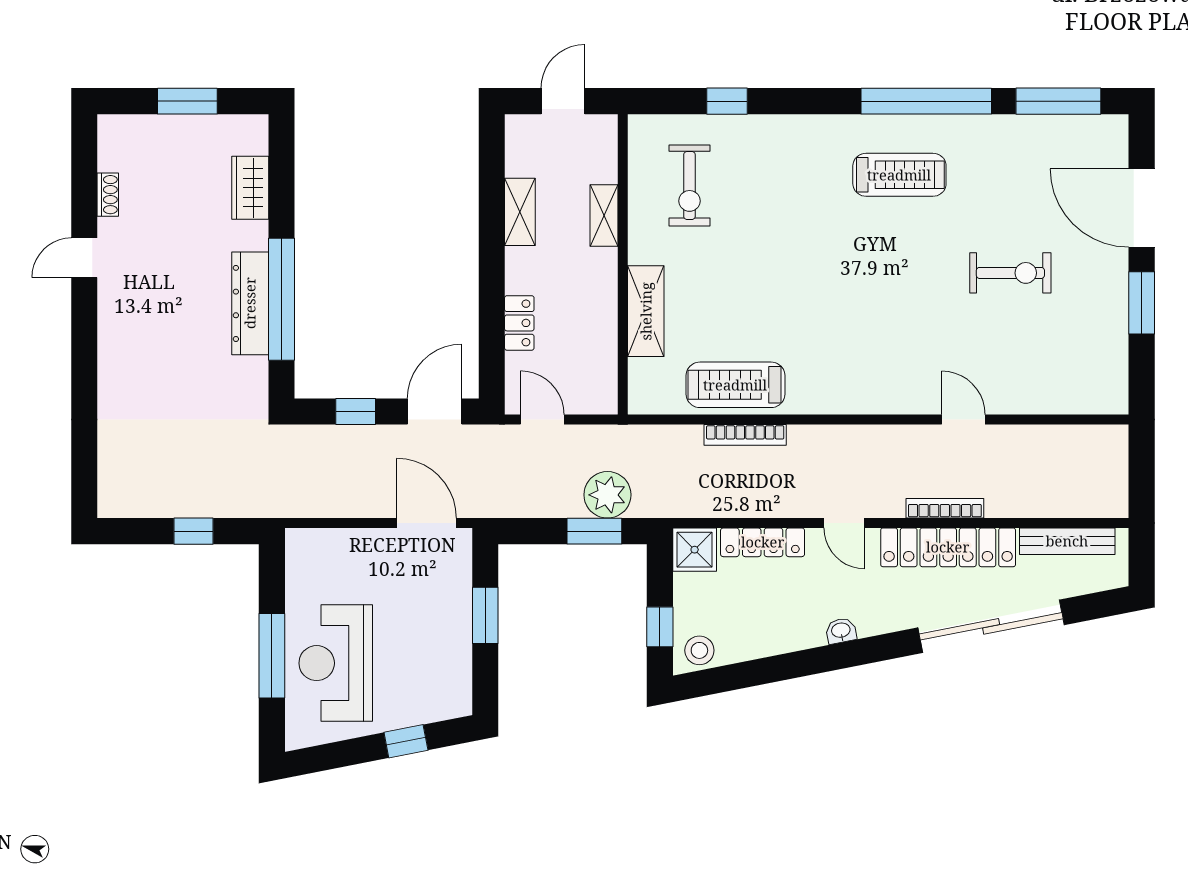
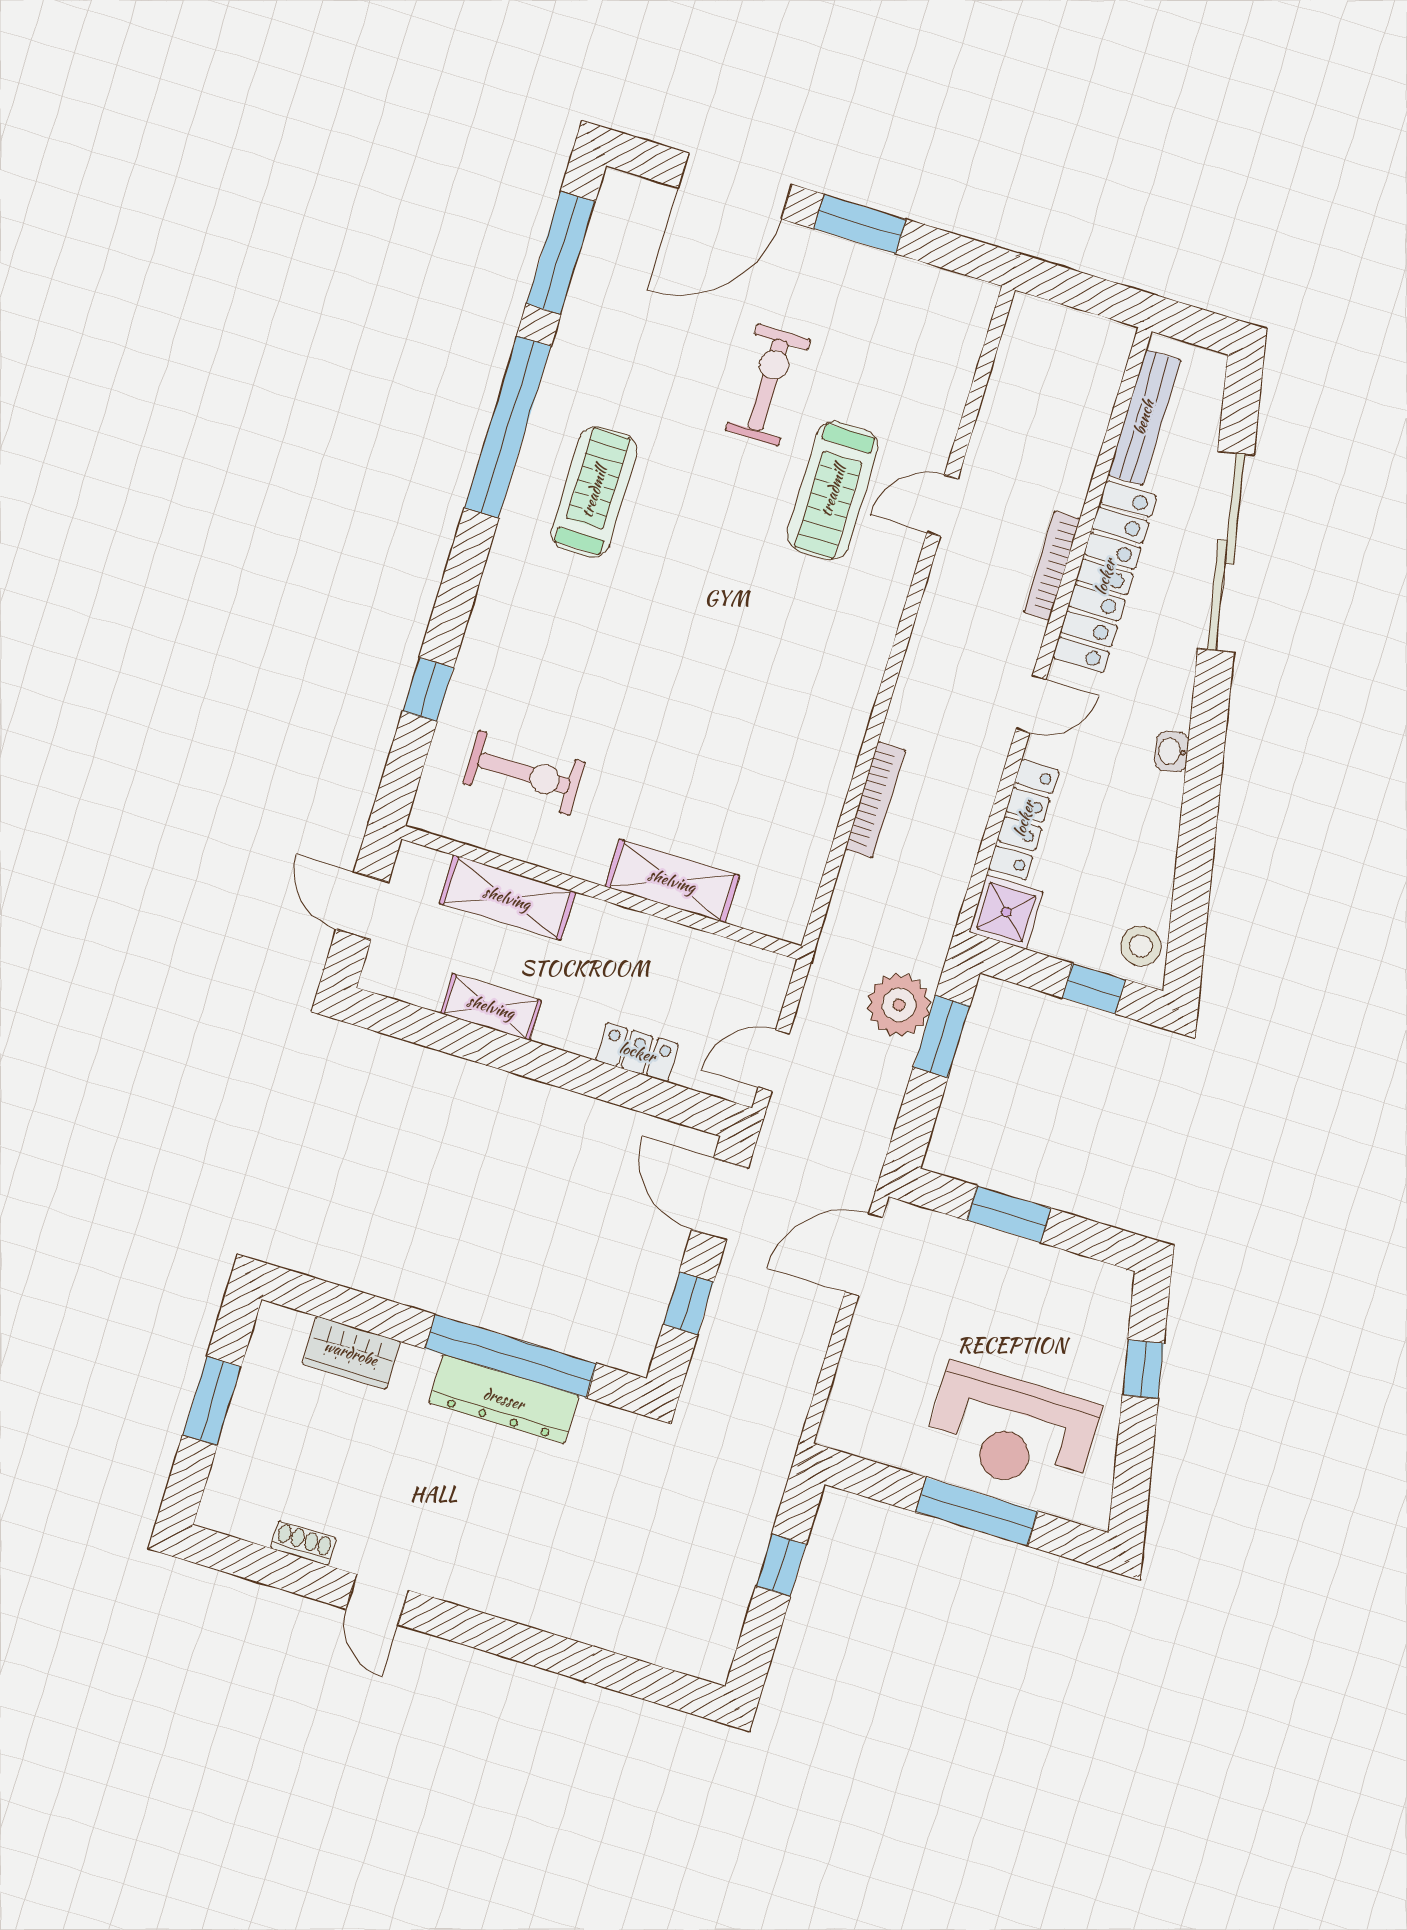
shelving: (604, 215) -> (507, 898), width x1.50, depth x1.33
treadmill: (735, 385) -> (833, 491), moved

